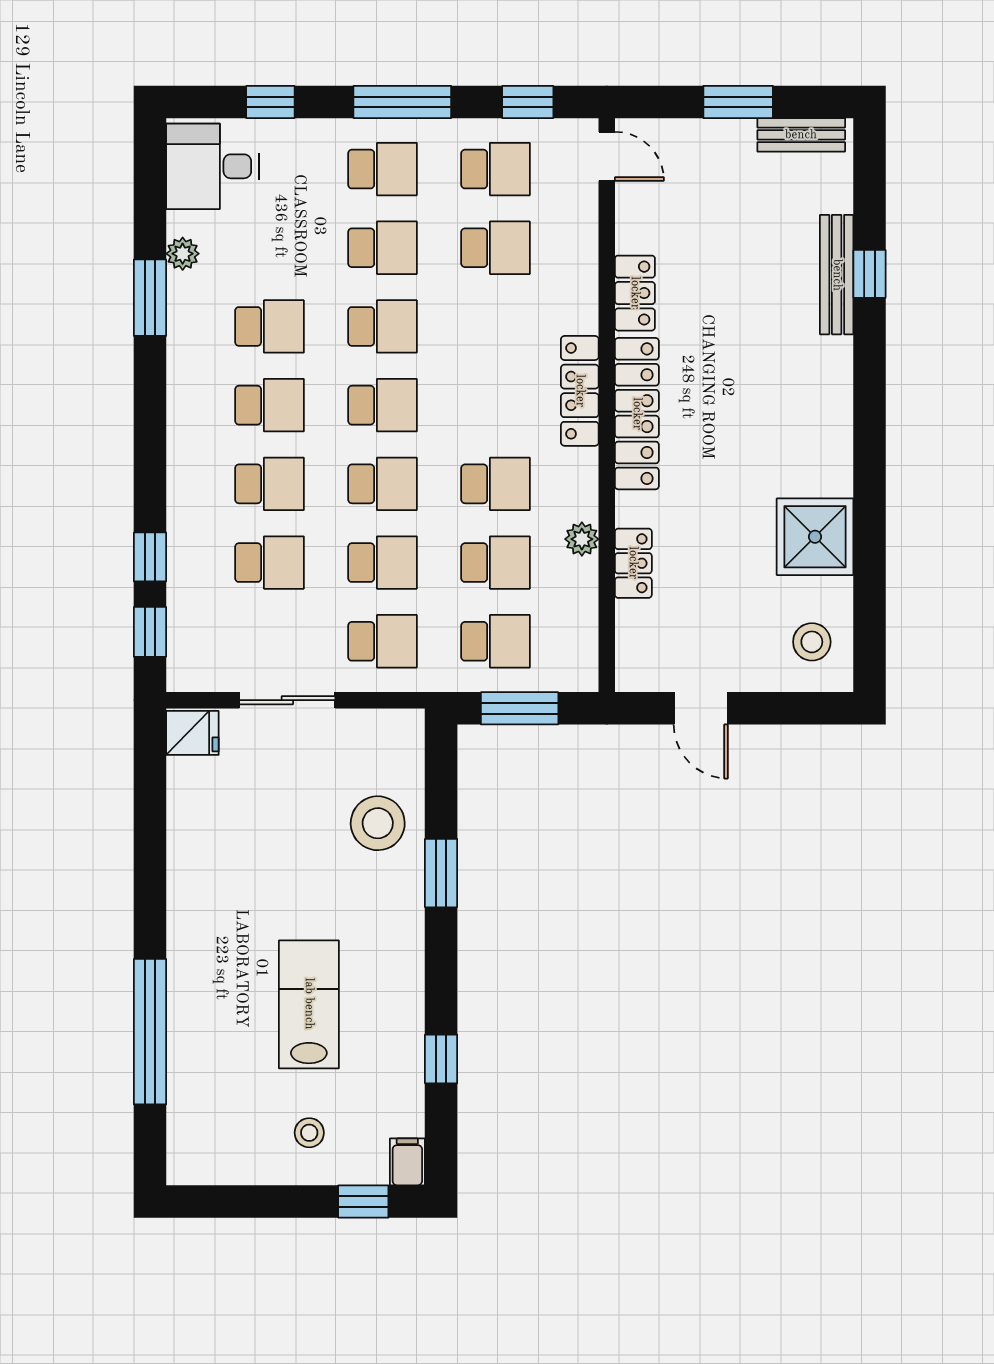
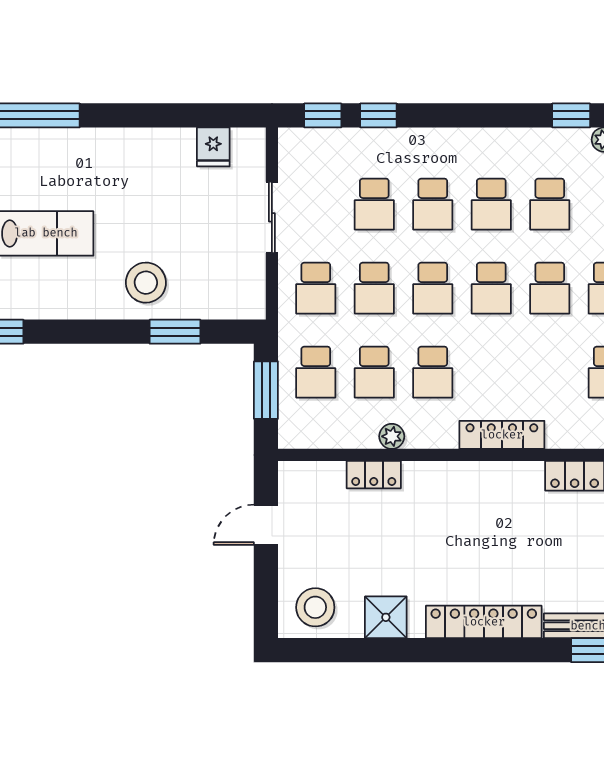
window: (150, 298) -> (571, 115), width x0.67
locker: (637, 414) -> (484, 622), moved, turned 180
shower: (815, 537) -> (386, 617), width x0.73, depth x0.73
stool: (812, 642) -> (315, 607), width x1.38, depth x1.38
fridge: (192, 733) -> (213, 147), moved
stool: (378, 823) -> (146, 283), moved
window: (441, 873) -> (175, 332), moved

